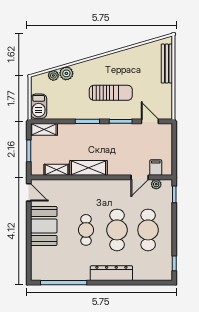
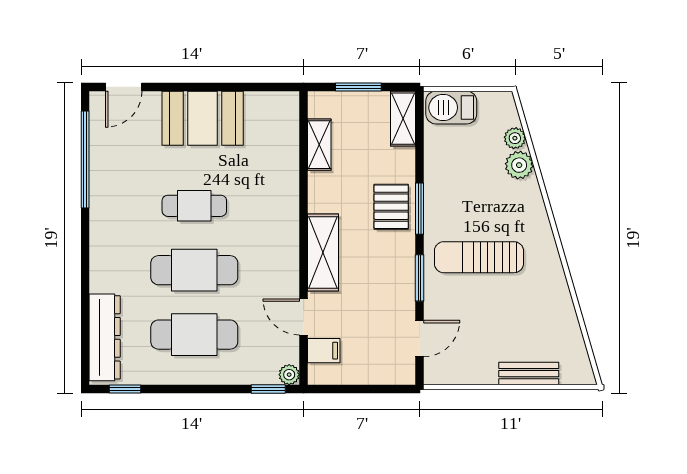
bench: (167, 64) -> (529, 374), width x0.73
sun lounger: (111, 93) -> (479, 257), turned 90
pallet: (86, 135) -> (391, 207), added
shelving: (89, 168) -> (323, 253), moved
plant: (156, 184) -> (289, 375), moved
door: (29, 192) -> (124, 87), moved
dresser: (111, 273) -> (105, 337), moved

